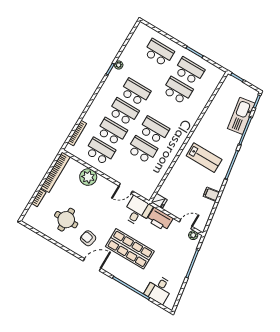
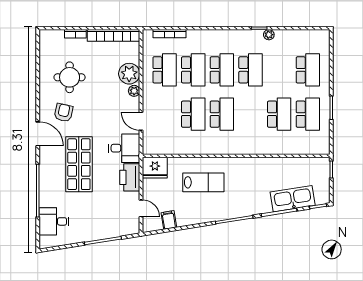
lab bench: (204, 158) -> (203, 182), moved, turned -90
filing cabinet: (211, 194) -> (169, 220), moved
fridge: (159, 201) -> (155, 168), width x1.88, depth x1.34
plant: (193, 235) -> (134, 91), moved

